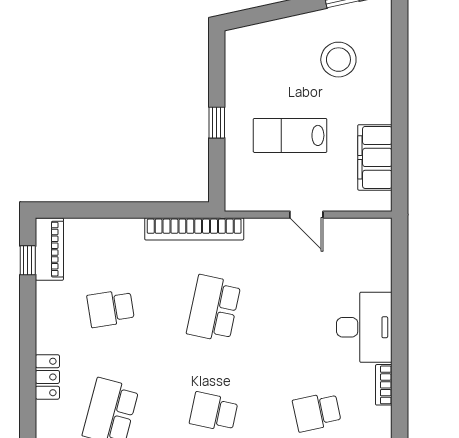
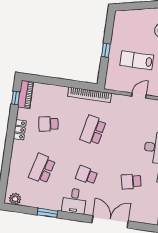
door: (306, 215) -> (139, 96), swing flipped
locker: (47, 377) -> (20, 130), moved

